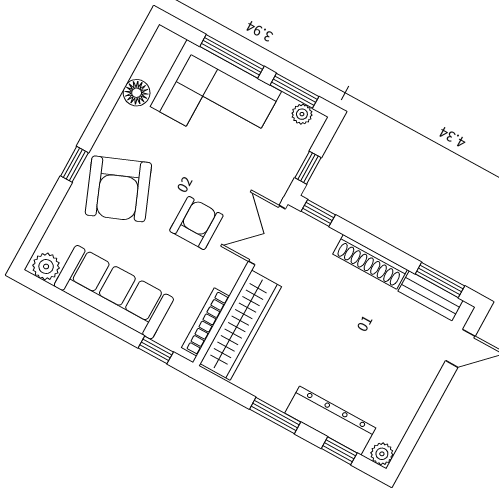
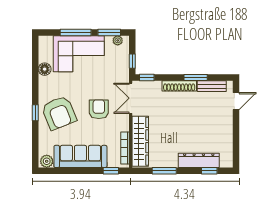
window: (440, 280) -> (196, 78), moved
window: (275, 416) -> (164, 171), moved
plant: (382, 454) -> (228, 162), removed

